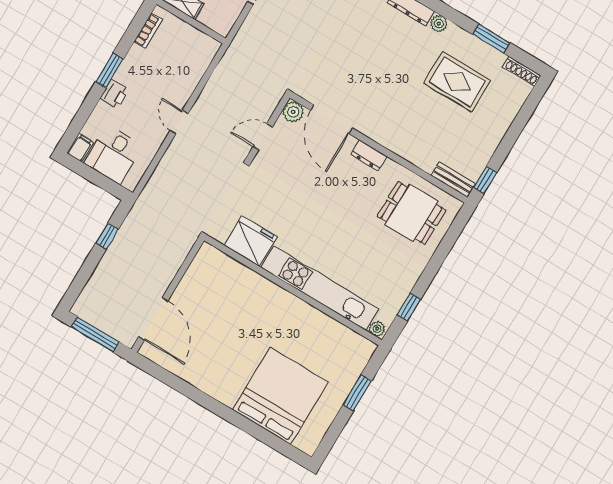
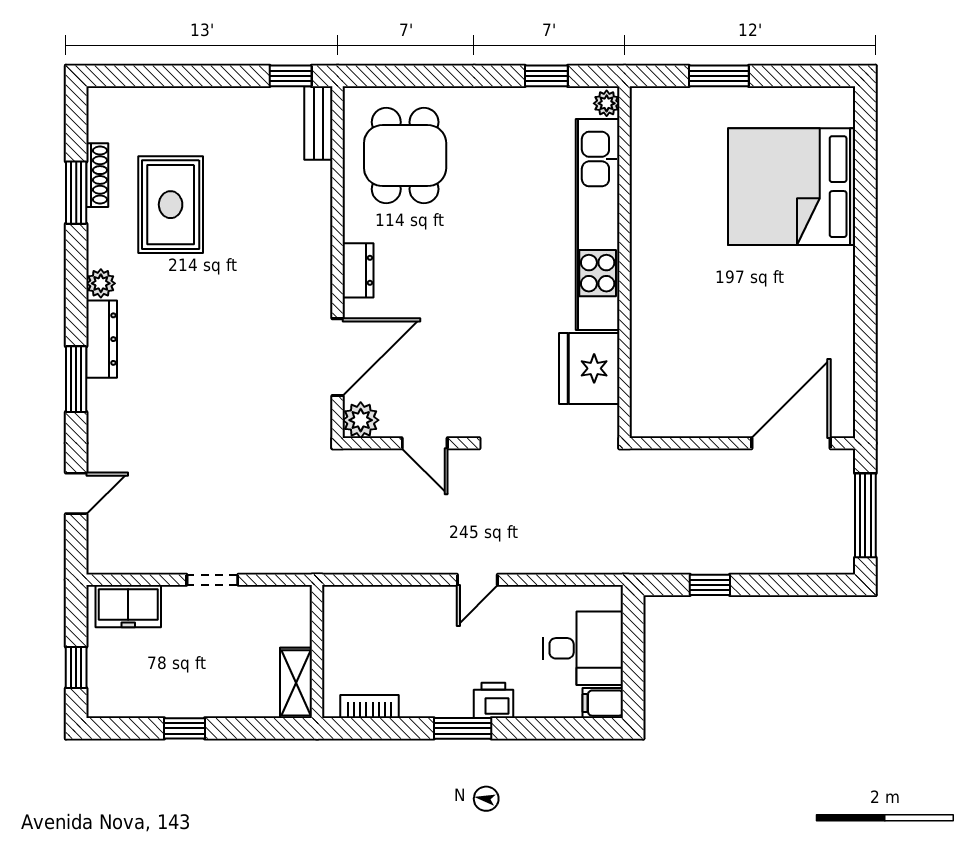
shoe rack: (522, 71) -> (97, 175), moved

